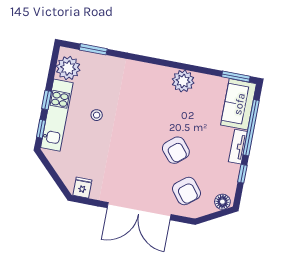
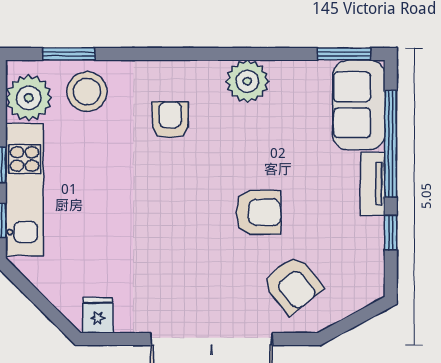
armchair: (139, 93) -> (170, 120), added
stool: (97, 115) -> (87, 92), moved, width x1.89, depth x1.89
armchair: (176, 150) -> (259, 212), turned -50
floor lamp: (222, 202) -> (363, 292), removed

